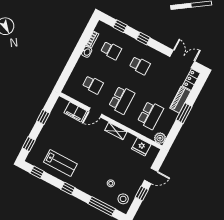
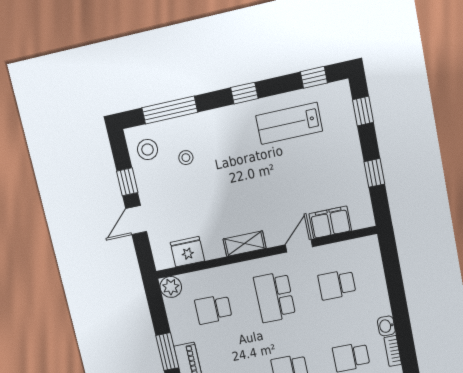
school desk: (150, 115) -> (213, 309), width x0.54

